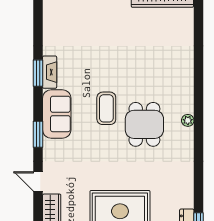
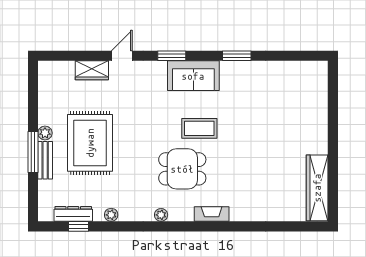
fireplace: (50, 72) -> (212, 214), moved, turned 180
plant: (188, 120) -> (161, 215), moved
plant: (188, 191) -> (111, 215), added

